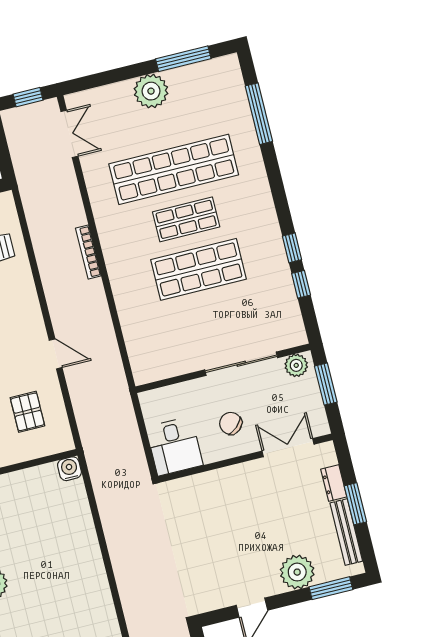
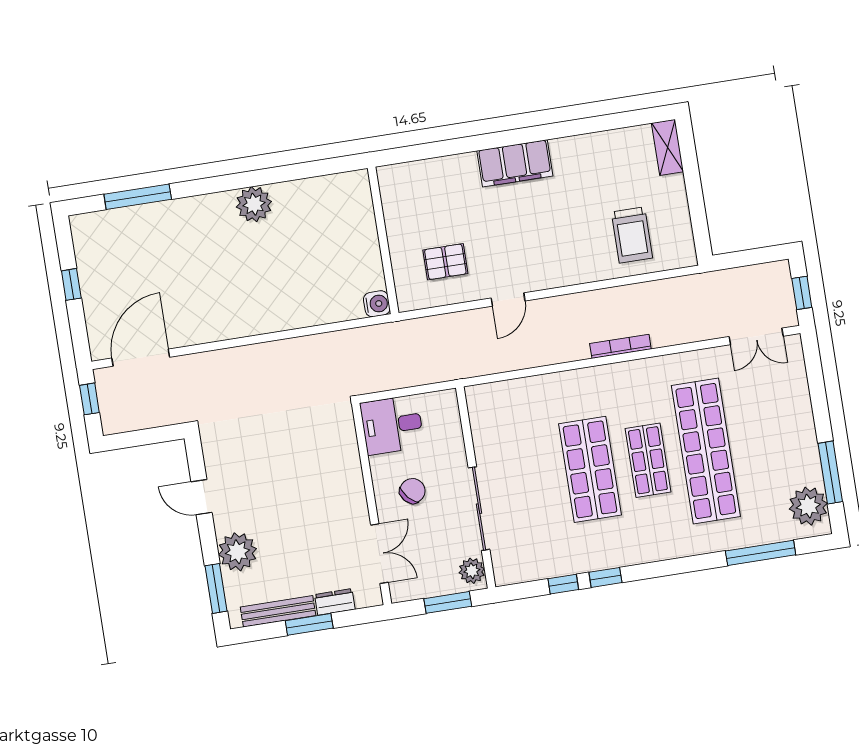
plant: (151, 91) -> (808, 506), moved

